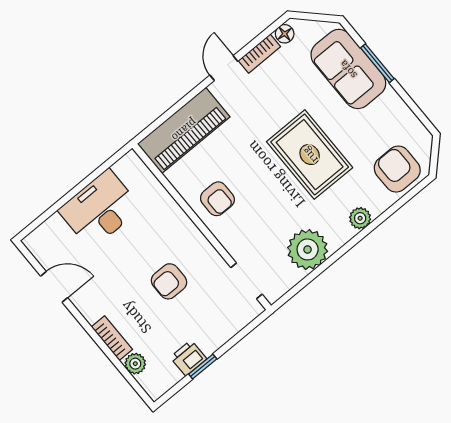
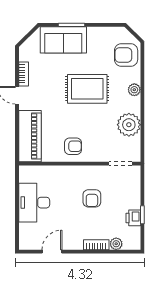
floor lamp: (285, 34) -> (24, 55), removed

